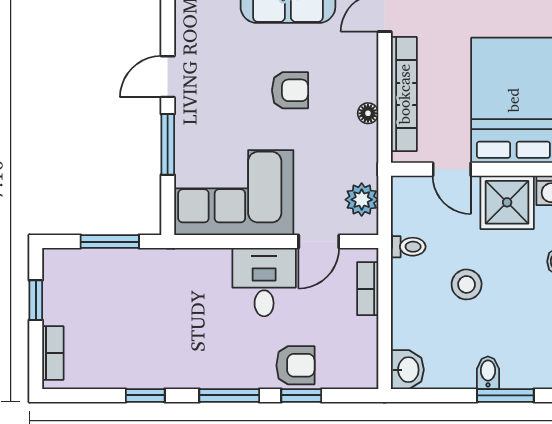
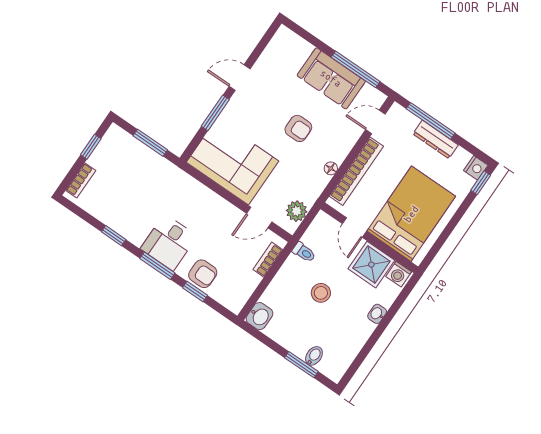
desk: (264, 282) -> (169, 242), moved, turned 180
bidet: (488, 373) -> (314, 356), moved

